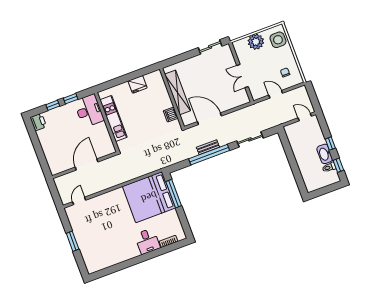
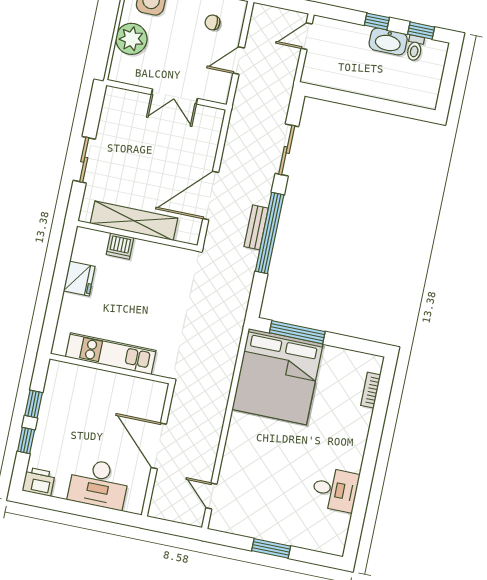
sliding door: (210, 47) -> (84, 160), moved
desk: (89, 111) -> (99, 484), moved, turned 180
dishwasher: (171, 114) -> (120, 246), moved
desk: (147, 241) -> (335, 490), moved

